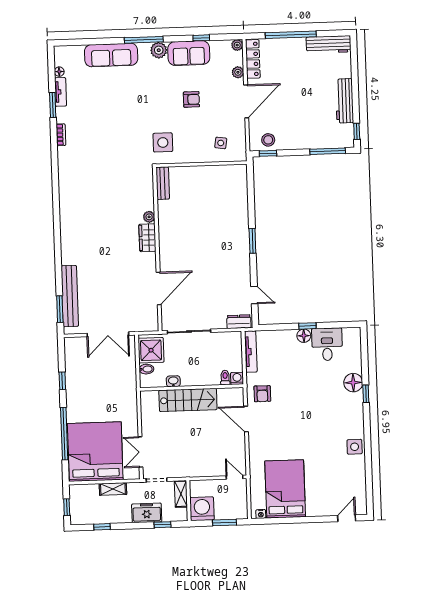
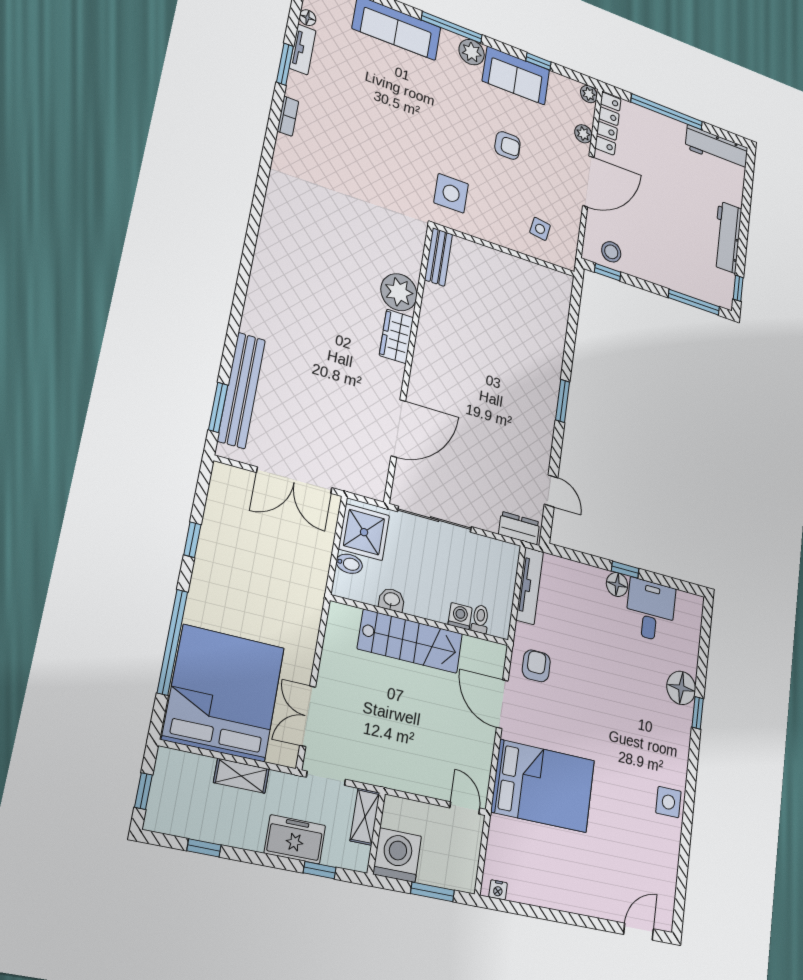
plant: (149, 217) -> (399, 292), width x1.88, depth x1.88
washing machine: (237, 378) -> (460, 616), moved
armchair: (262, 394) -> (536, 666), turned 180
bed: (285, 489) -> (543, 786), moved, turned 90

